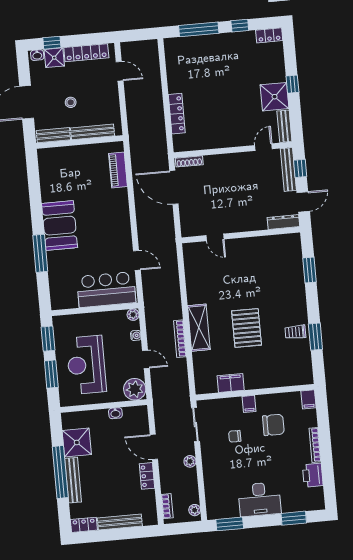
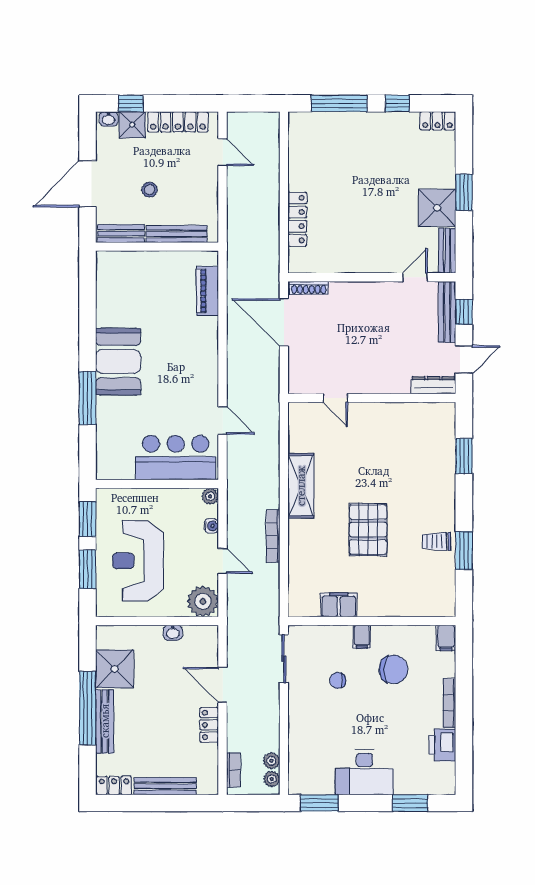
window: (292, 84) -> (464, 192), width x1.50
shelving: (199, 328) -> (301, 486), moved
plant: (190, 461) -> (271, 761), moved

